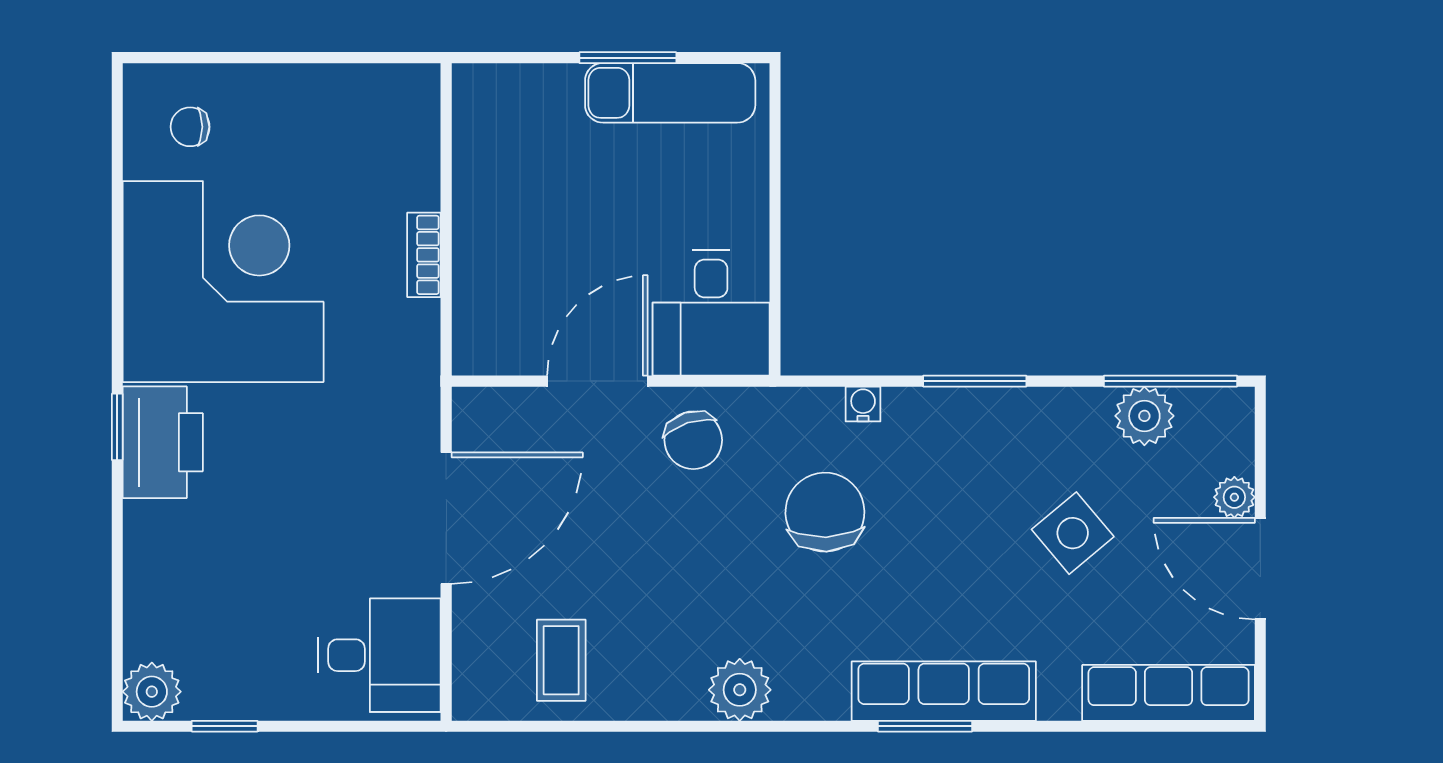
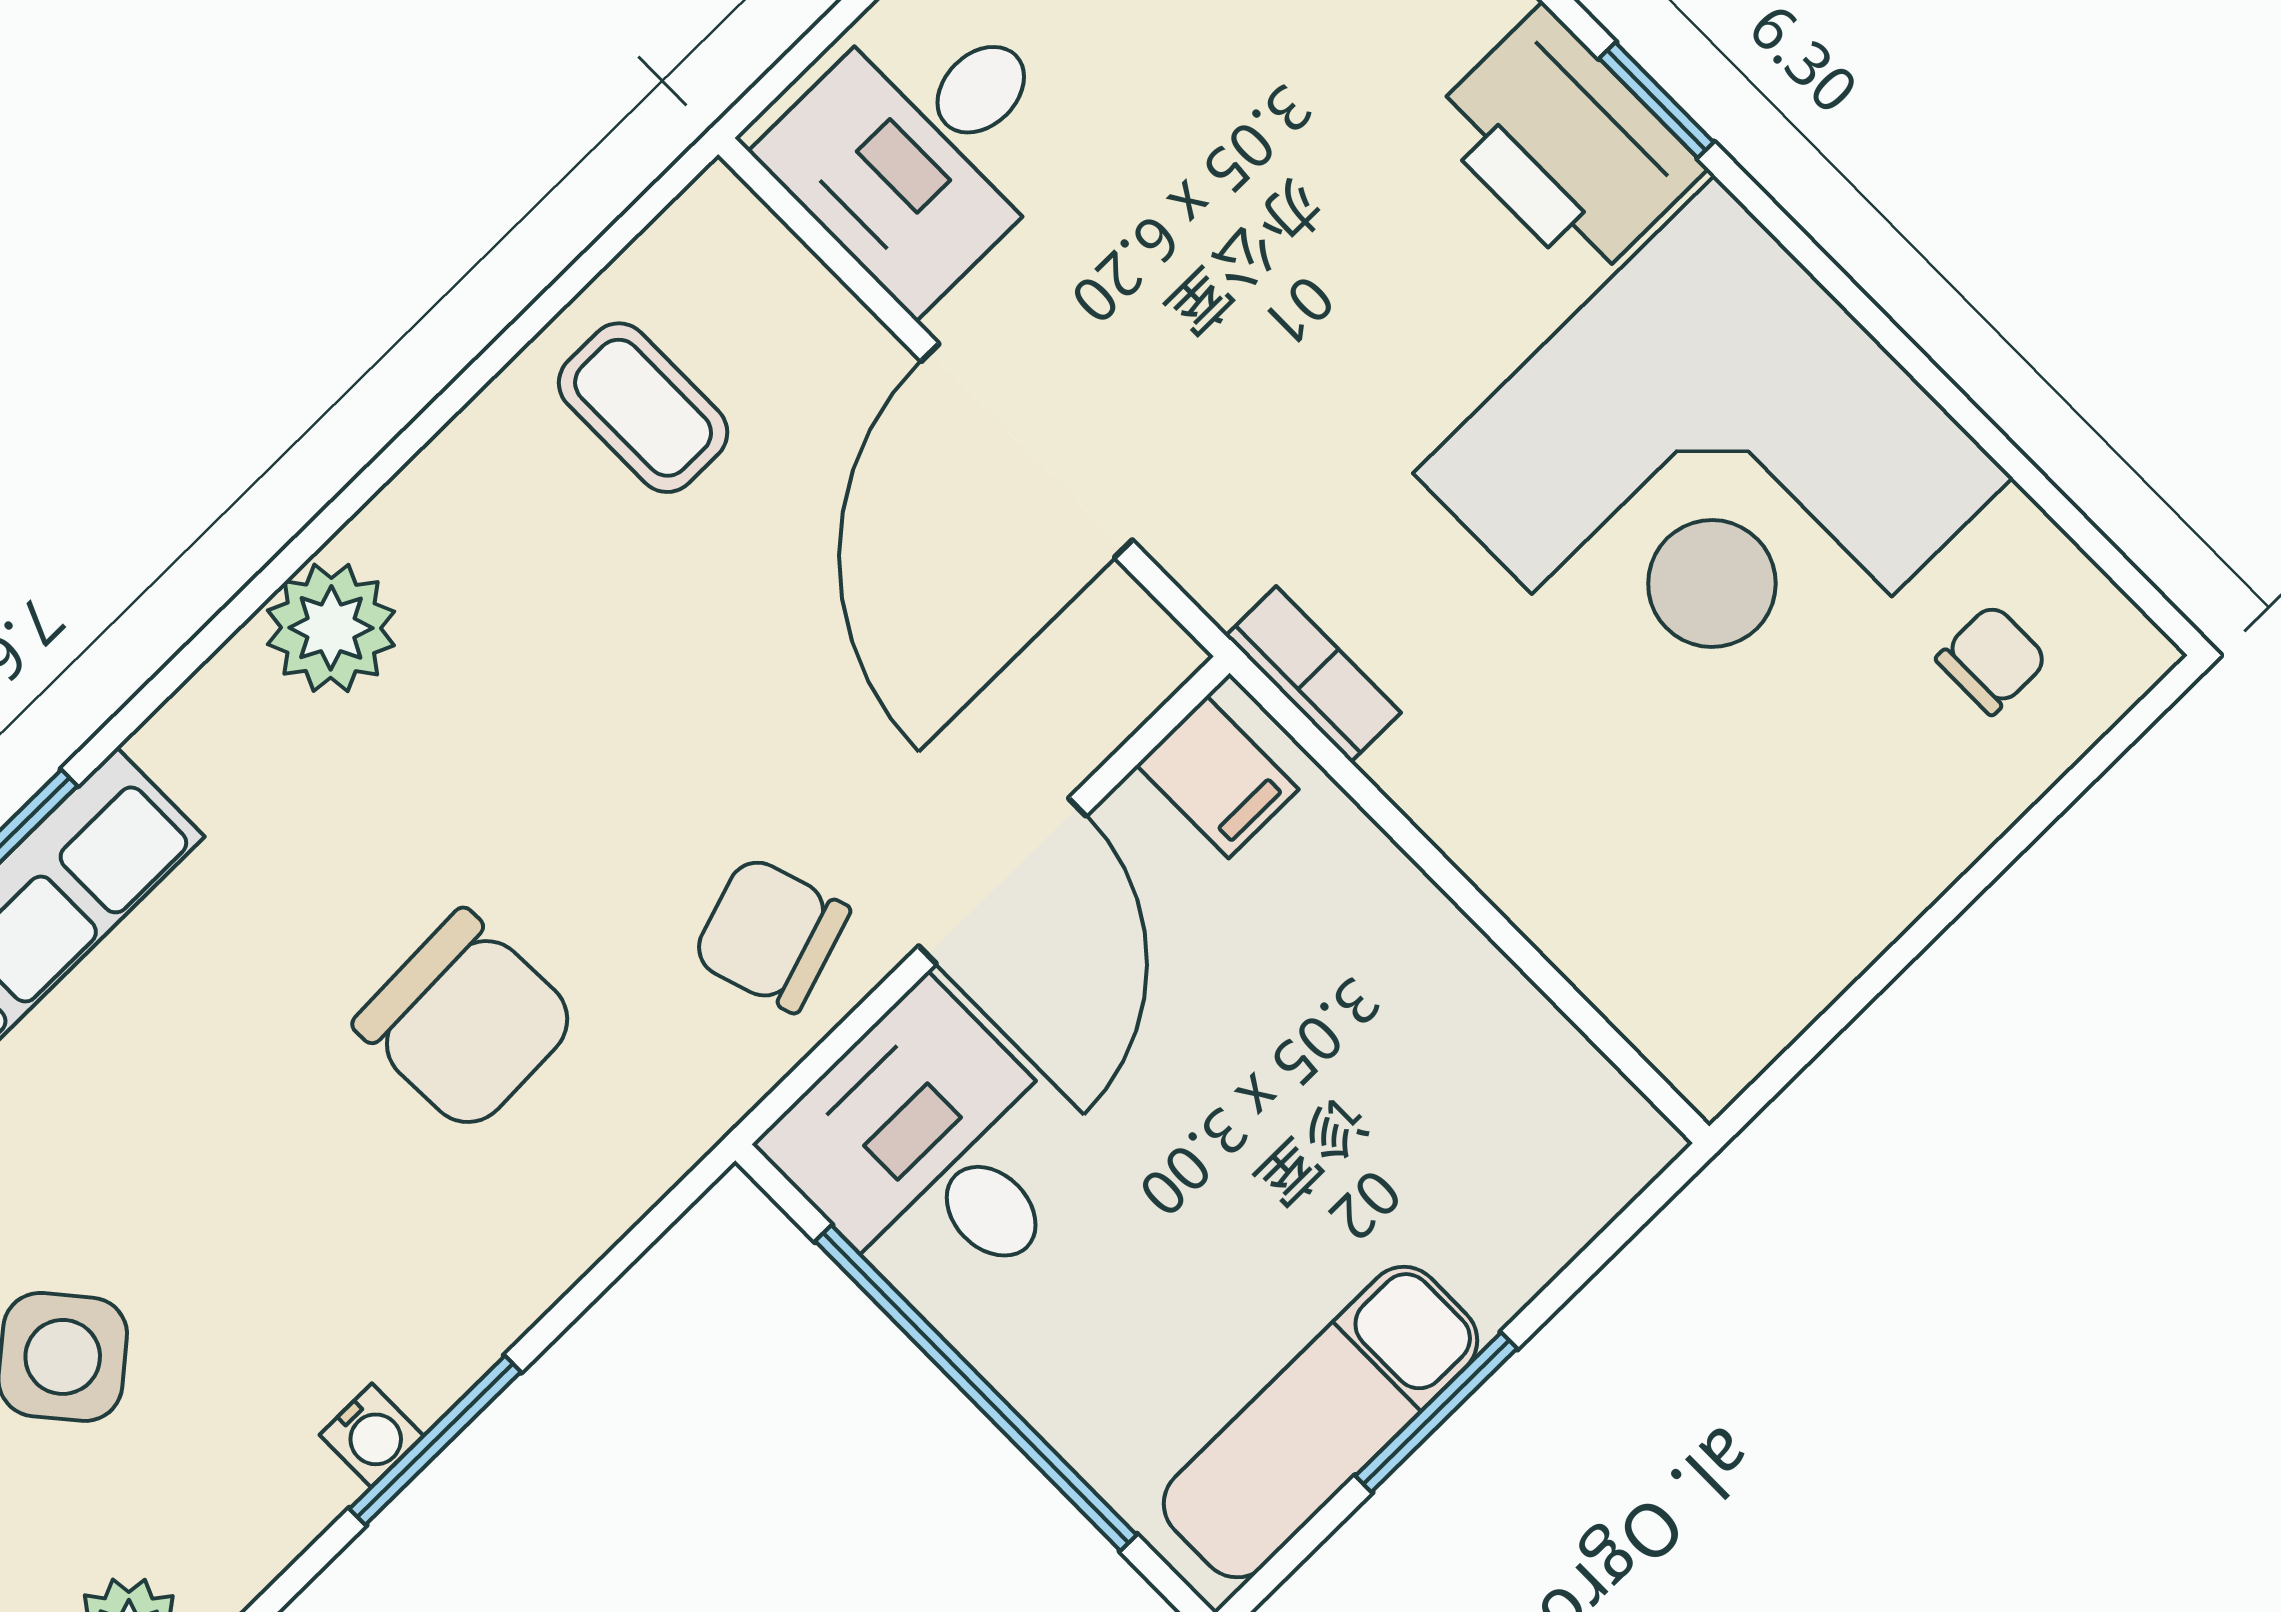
window: (775, 219) -> (976, 1388), added
bookcase: (424, 255) -> (1313, 674), moved
filing cabinet: (490, 345) -> (1217, 777), added
water cooler: (863, 404) -> (372, 1435), moved

